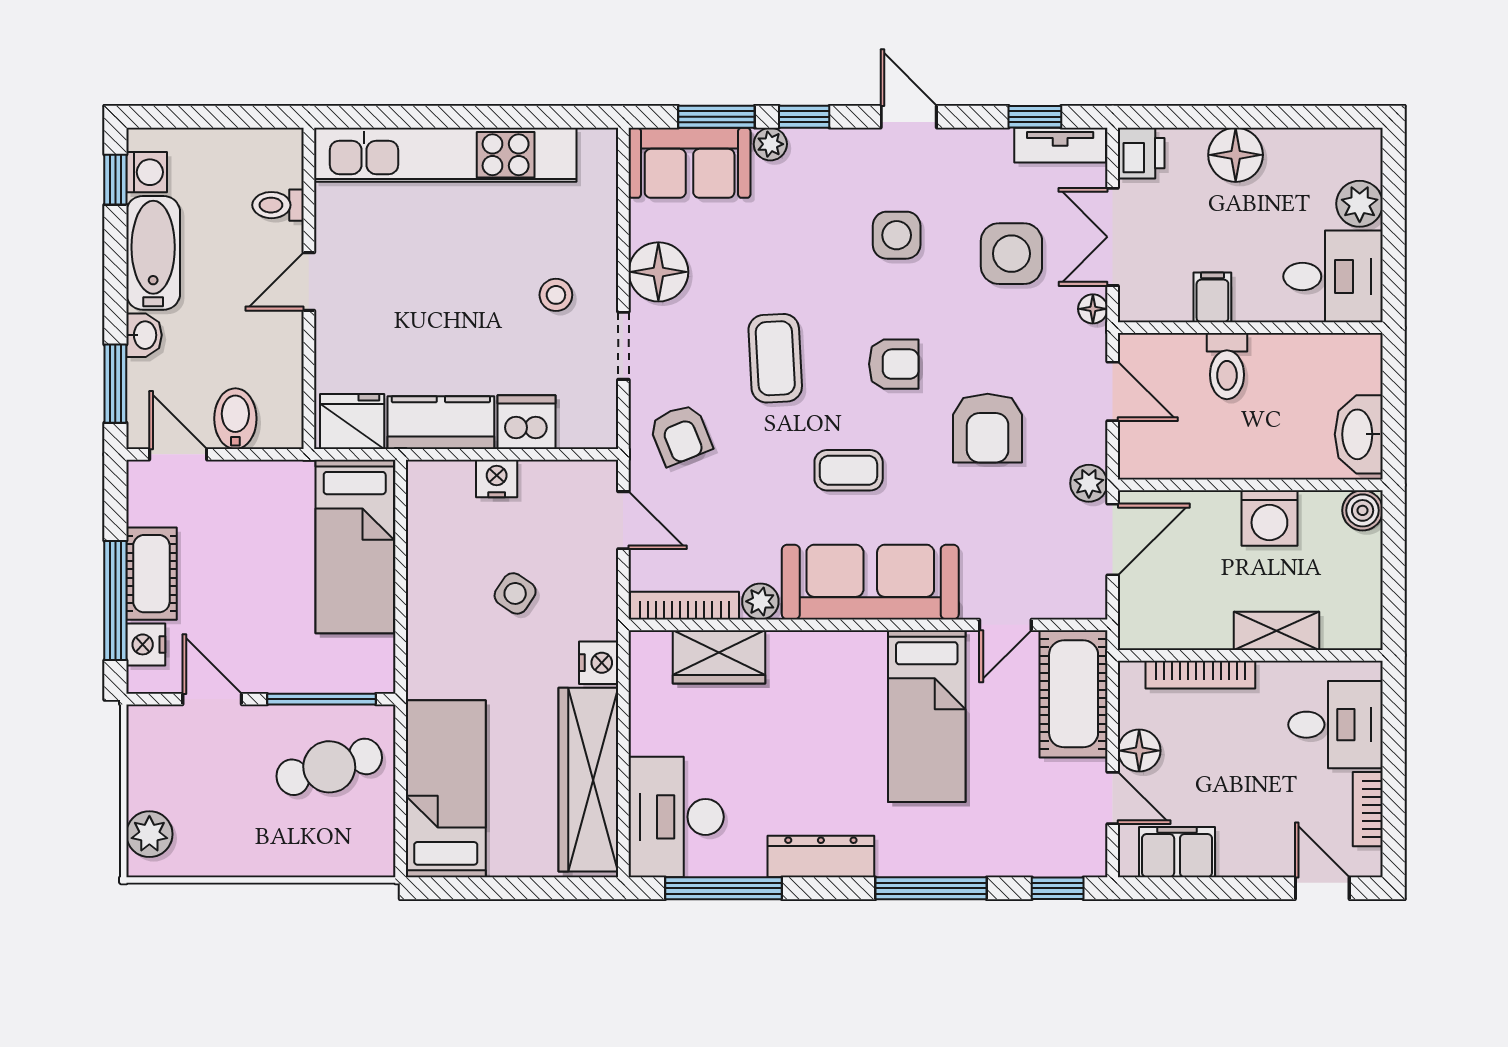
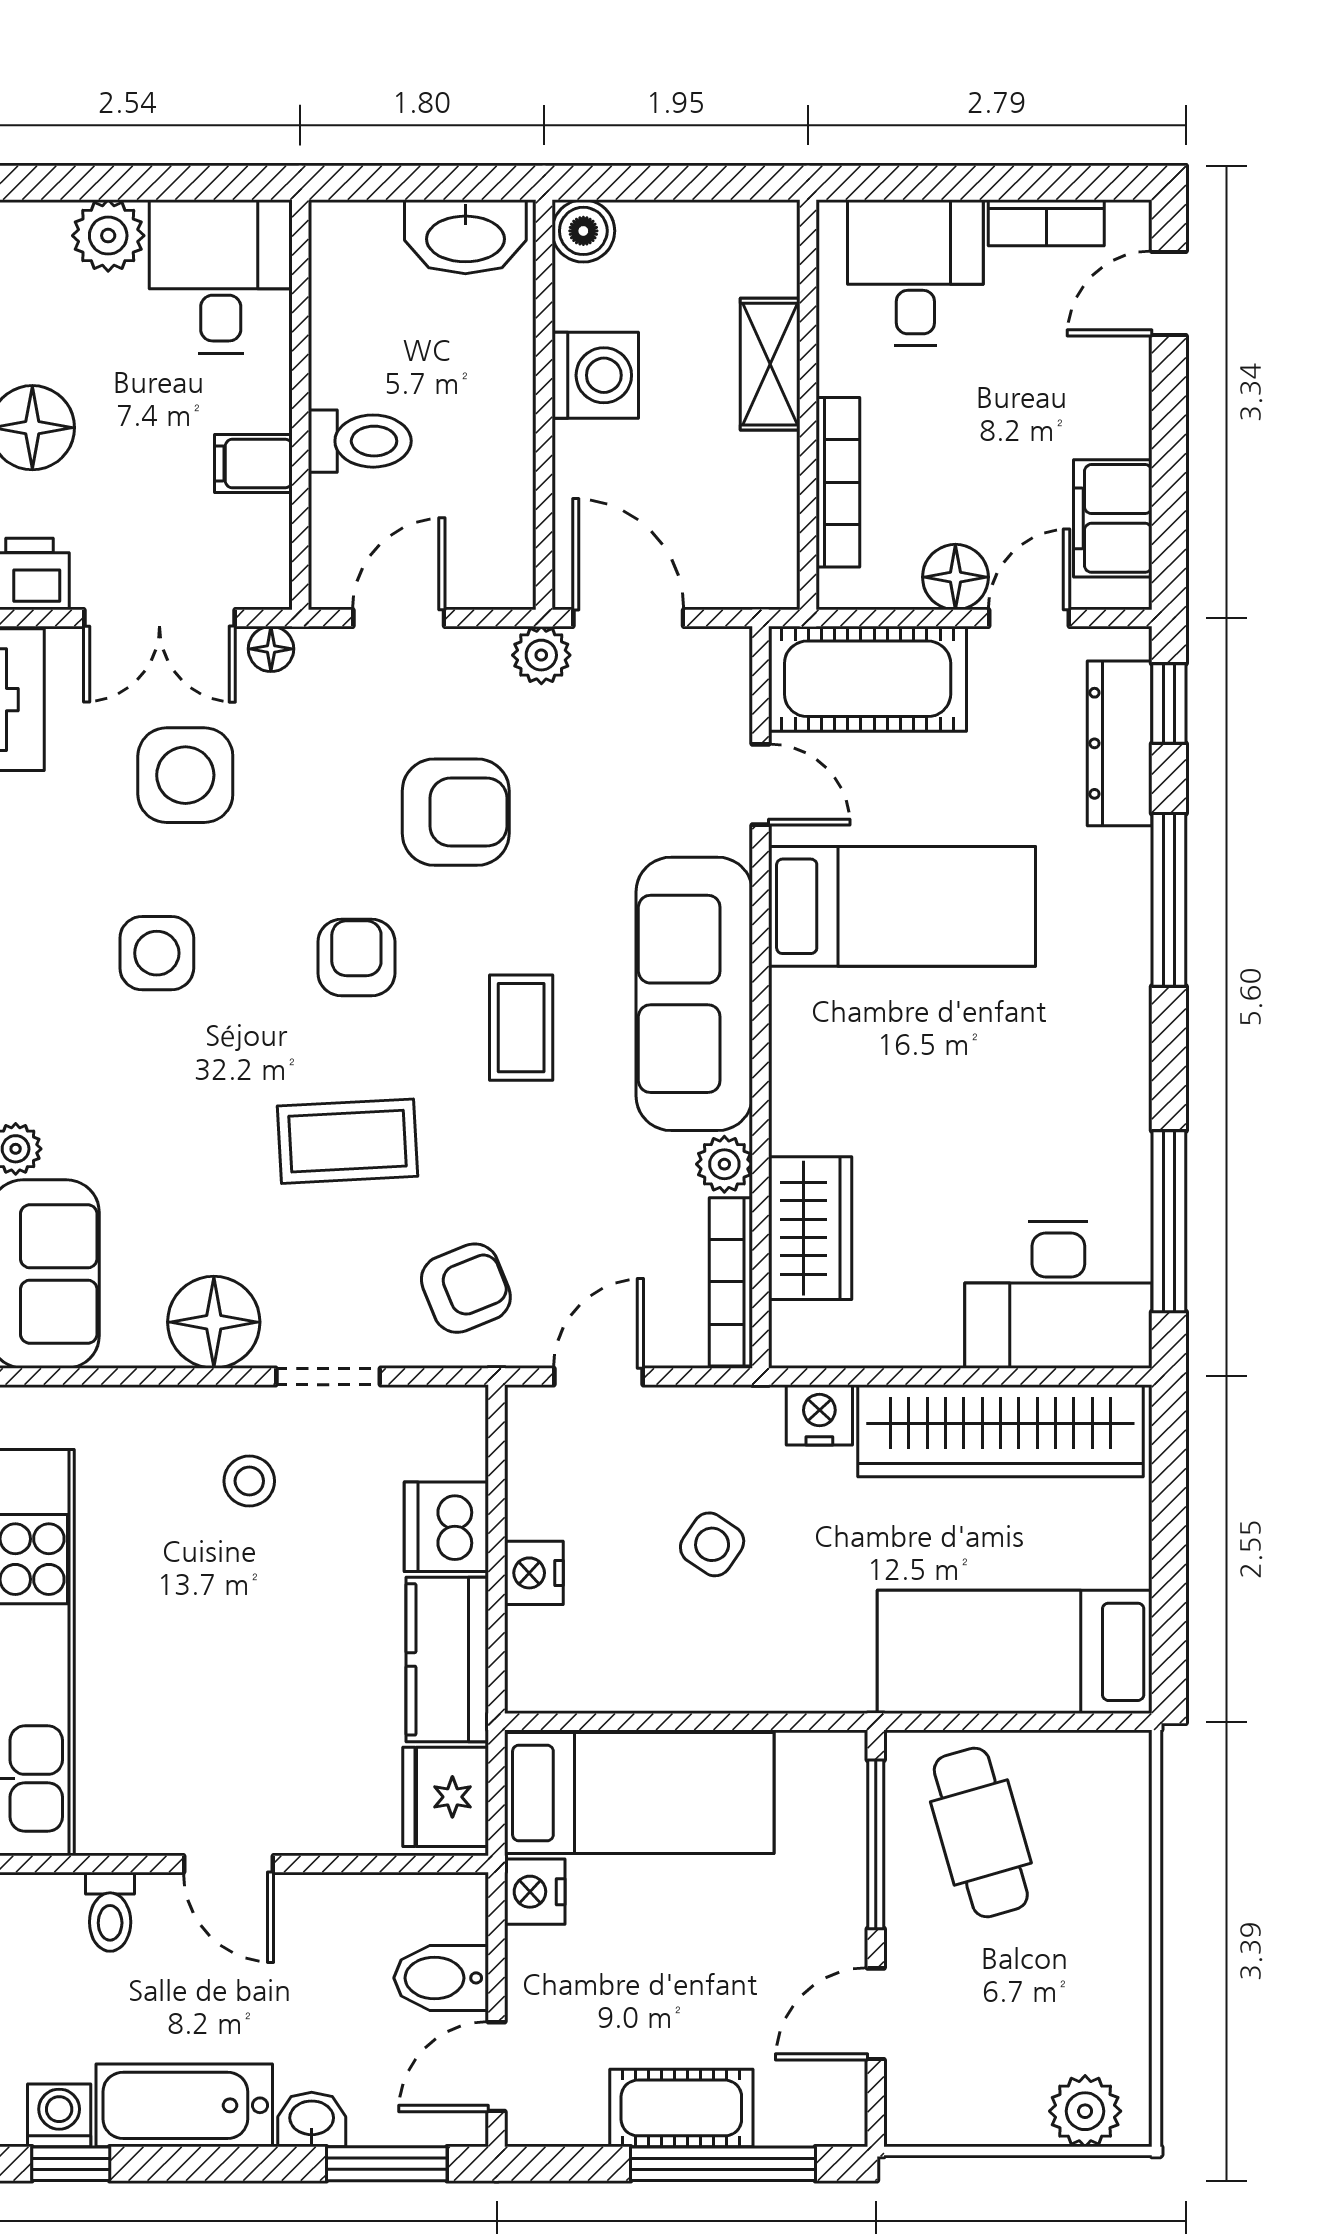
nightstand: (146, 644) -> (535, 1892), moved, turned 90
dresser: (821, 856) -> (1120, 743), moved

